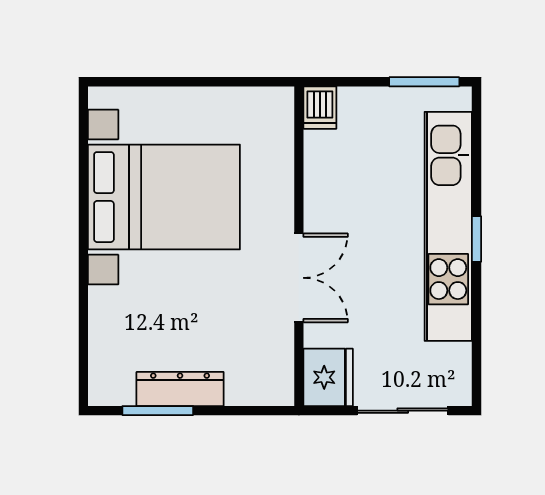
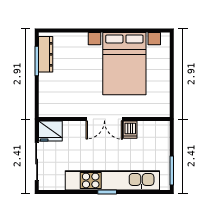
dishwasher: (320, 108) -> (130, 130), moved, turned -90
double door: (299, 278) -> (104, 119), moved
dresser: (180, 389) -> (46, 54), moved

